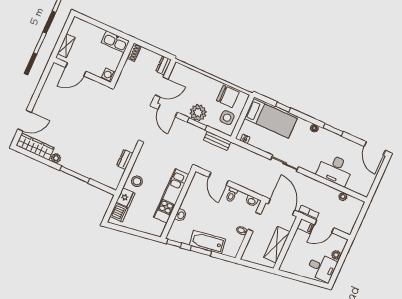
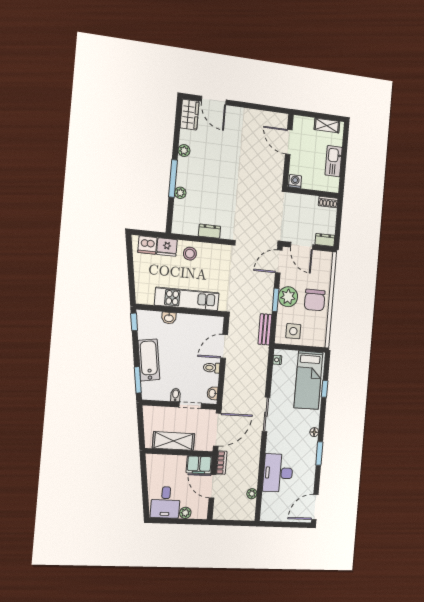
kitchen sink: (115, 42) -> (334, 161), moved
shelving: (66, 46) -> (327, 125), moved
chair: (228, 96) -> (315, 300), moved
wardrobe: (35, 147) -> (190, 115), width x0.67
plant: (88, 173) -> (180, 193), added
filing cabinet: (305, 226) -> (199, 465), width x2.00
window: (201, 251) -> (138, 380), moved

